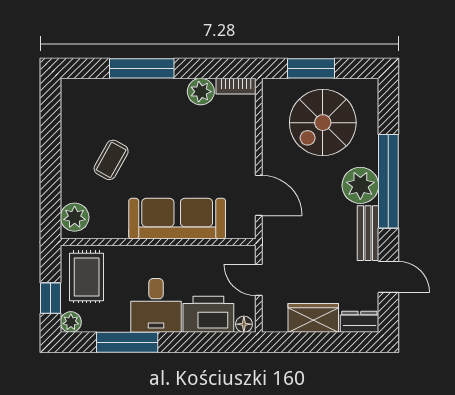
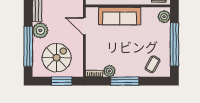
window: (142, 68) -> (125, 81), moved
window: (51, 153) -> (174, 44), added
coffee table: (111, 160) -> (153, 64), moved
window: (388, 181) -> (28, 46), moved

